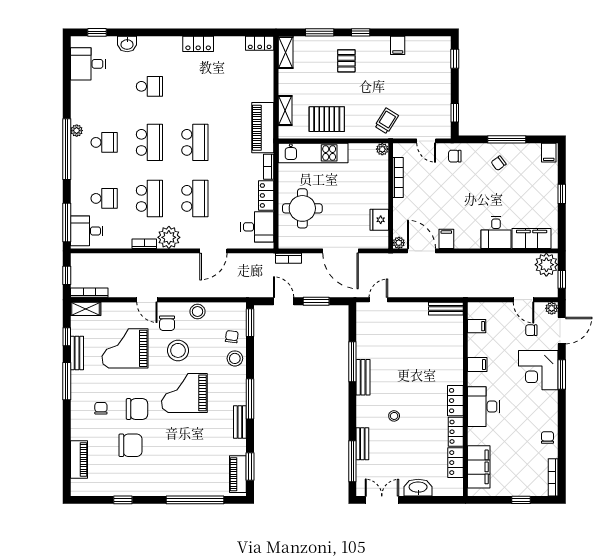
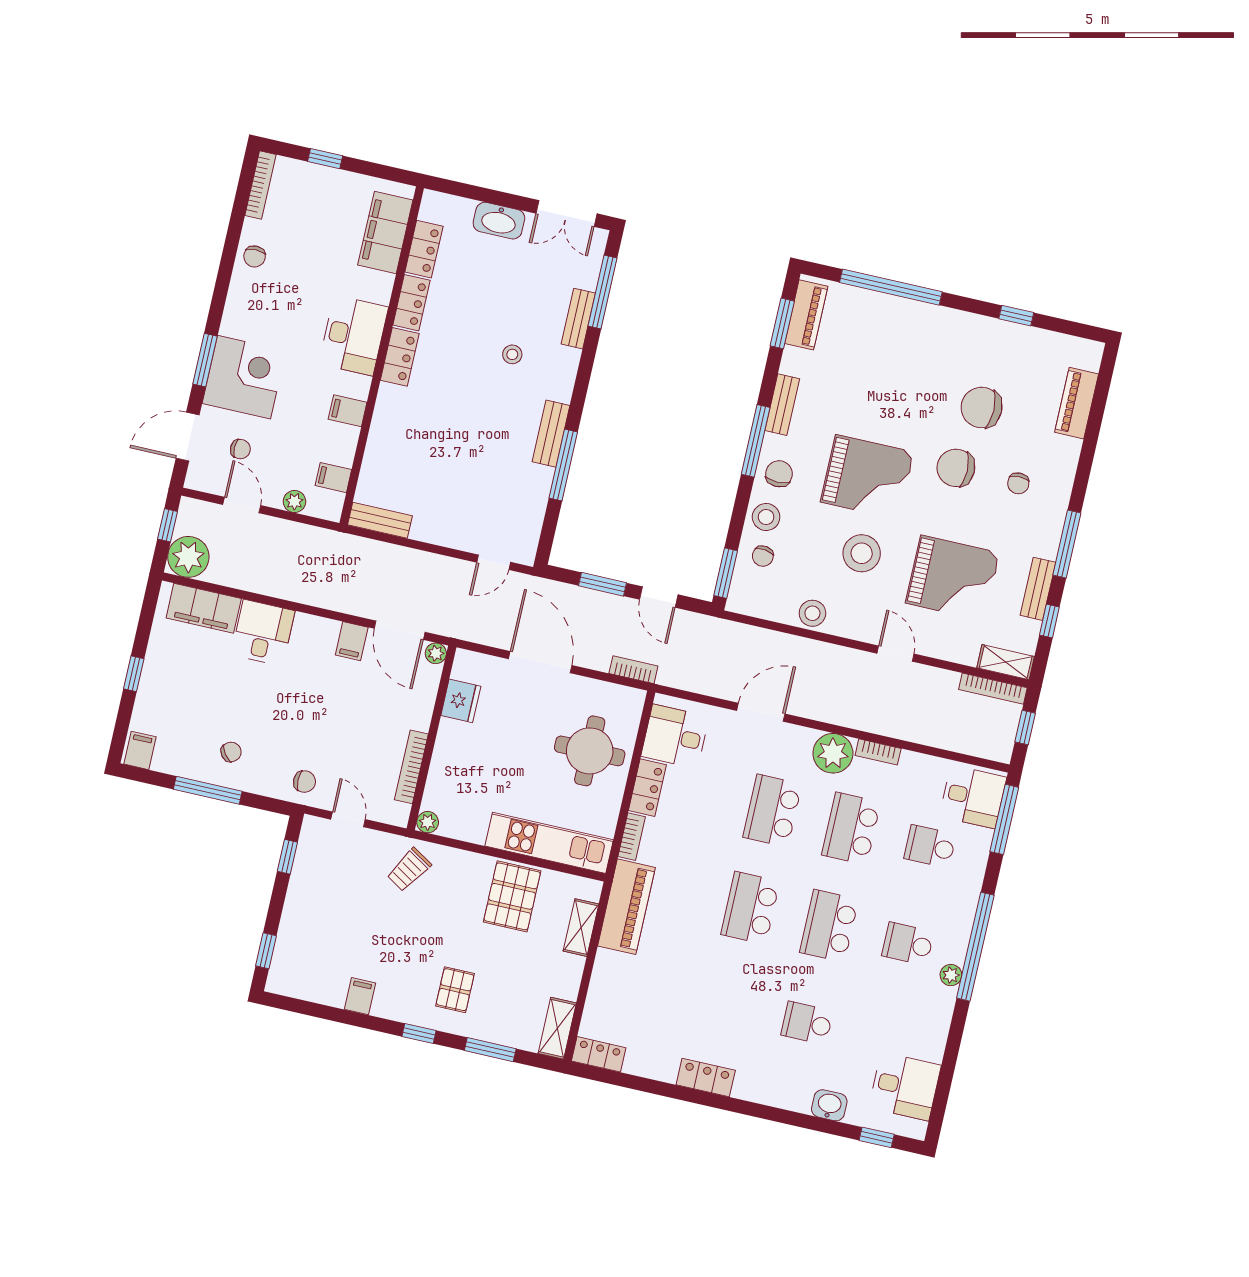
pallet: (327, 119) -> (512, 896), turned 90
plant: (552, 308) -> (294, 501), moved
chair: (167, 323) -> (779, 474), moved

